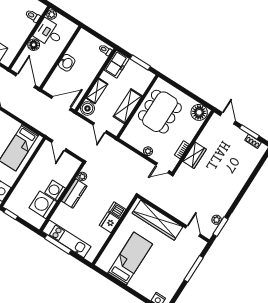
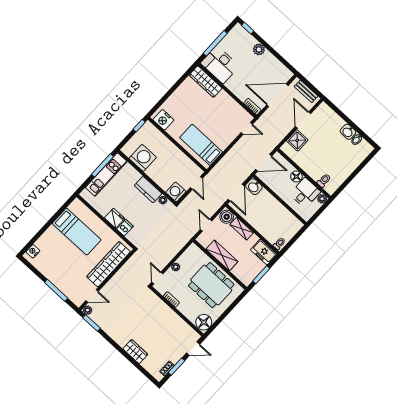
washbasin: (67, 63) -> (254, 187), moved
door: (100, 128) -> (206, 225), hinge flipped
door: (59, 145) -> (196, 183), swing flipped
wardrobe: (195, 155) -> (135, 352), moved, turned 180
washing machine: (55, 190) -> (176, 192), moved, turned -90
plant: (217, 220) -> (87, 310), moved

